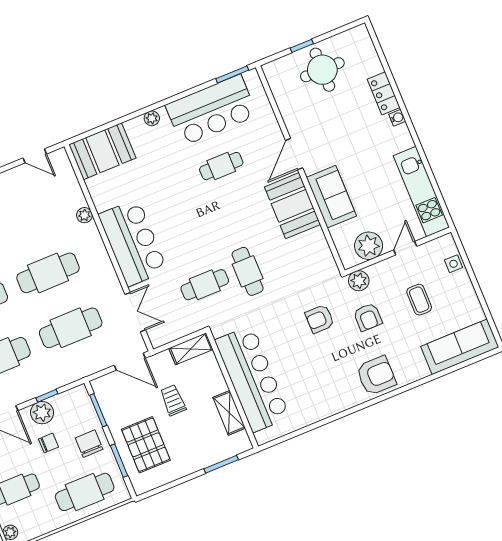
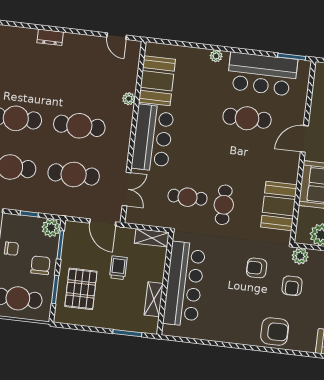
booth: (102, 151) -> (157, 81), moved, turned 90
cafe table: (221, 166) -> (247, 118), width x1.37, depth x1.35
booth: (292, 206) -> (279, 206), moved
plant: (42, 413) -> (51, 228), moved

